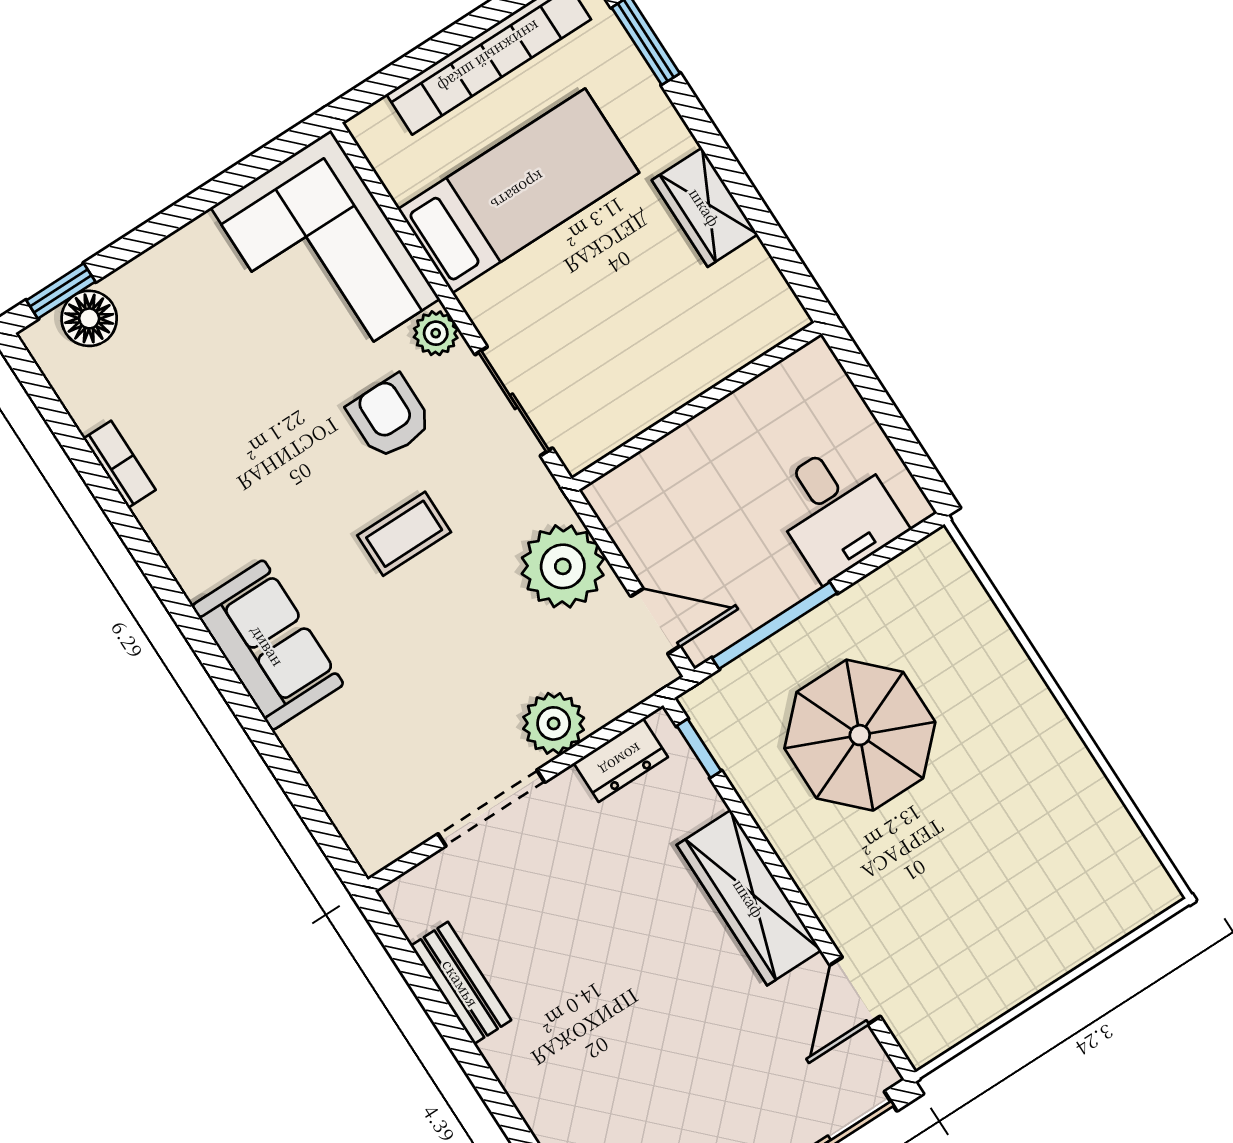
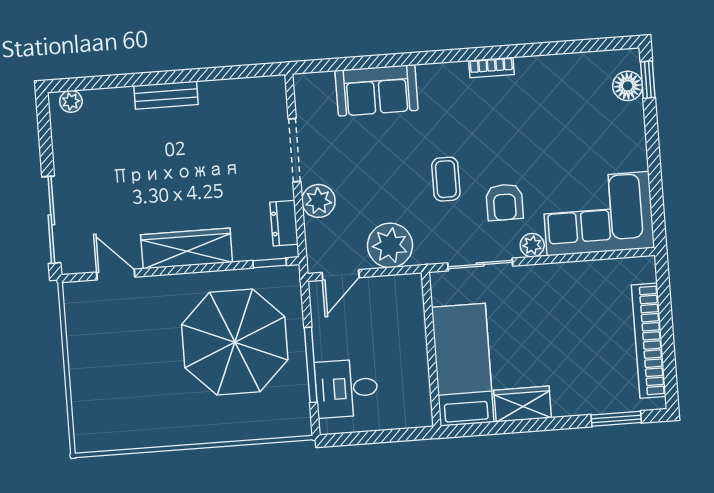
bed: (518, 191) -> (463, 365), moved, turned 180
armchair: (390, 417) -> (505, 202), turned 90
bookcase: (120, 464) -> (491, 67), moved
window: (775, 626) -> (311, 365), moved
sofa: (268, 645) -> (377, 90), moved
parasol: (860, 735) -> (235, 342), width x1.36, depth x1.36
bench: (461, 983) -> (166, 95), moved

